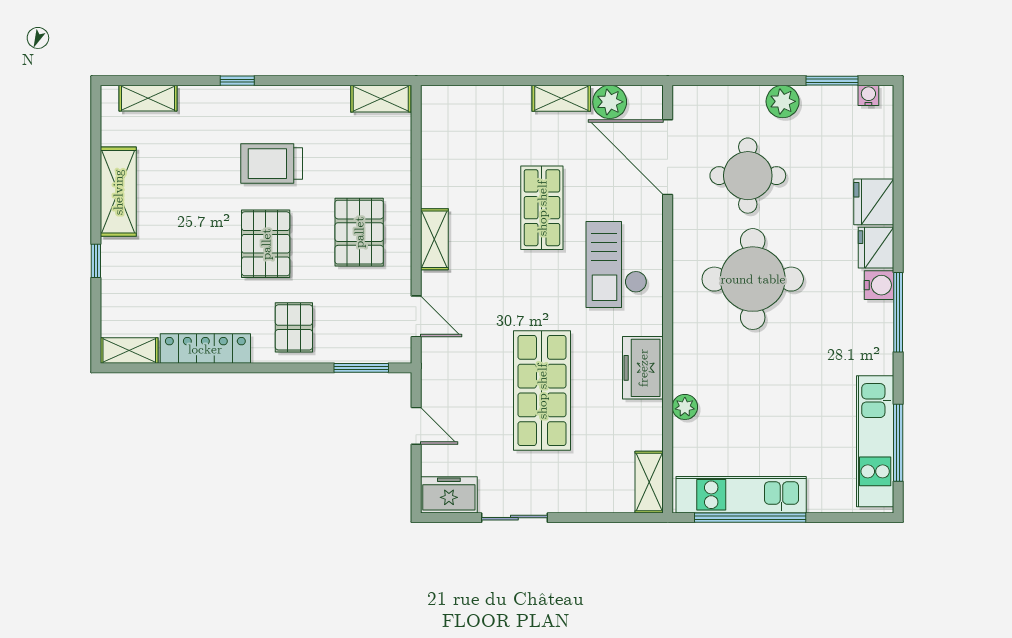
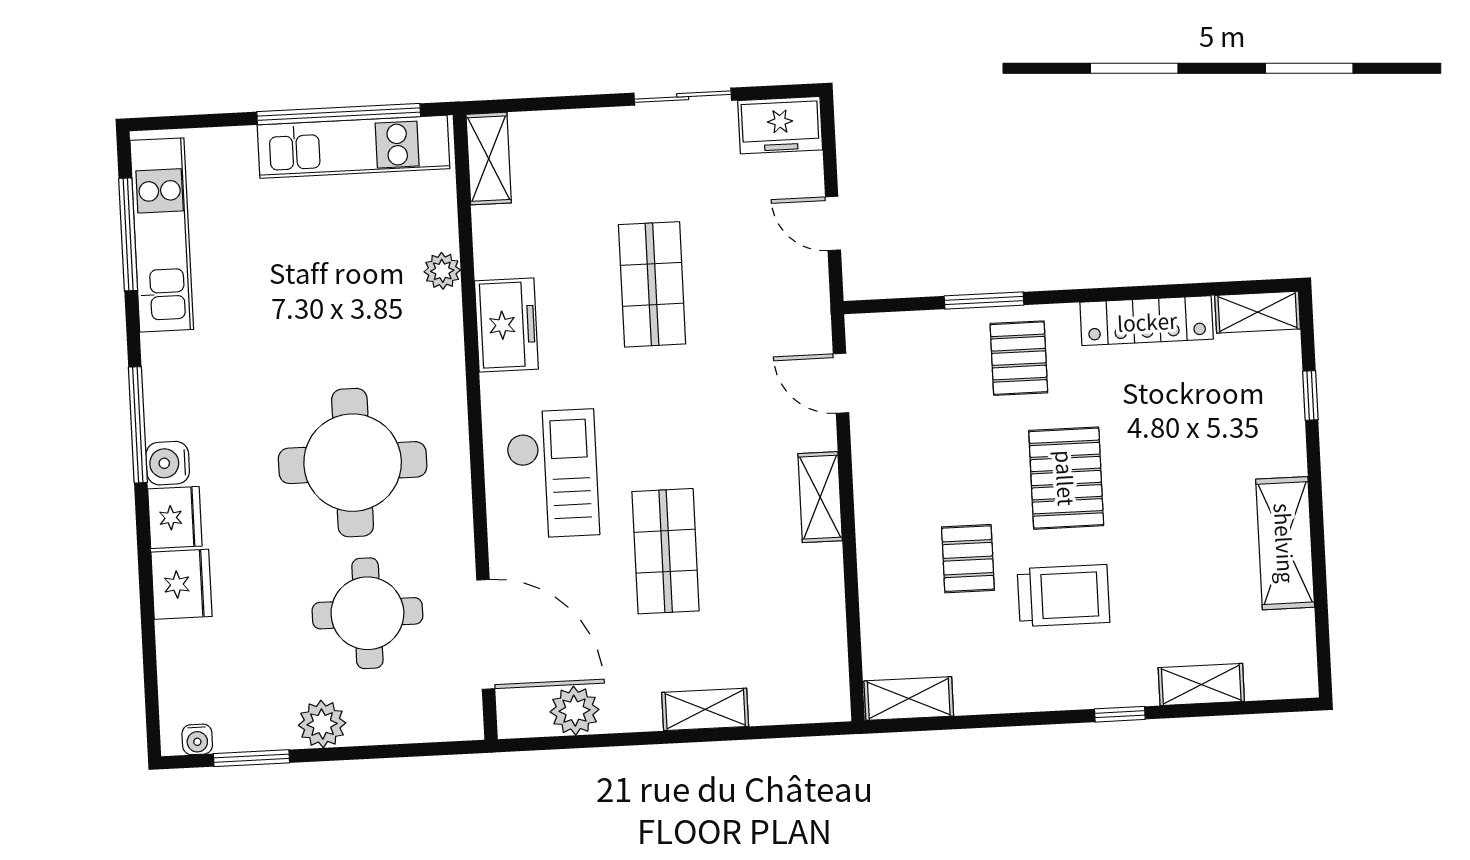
shelving: (148, 98) -> (1201, 684), moved
shelving: (561, 98) -> (705, 709), moved
pallet: (359, 232) -> (968, 559), moved, width x0.67, depth x0.71
window: (96, 261) -> (1310, 395), moved
window: (361, 368) -> (984, 301), moved
shop shelf: (542, 391) -> (652, 284), width x0.70, depth x0.74

